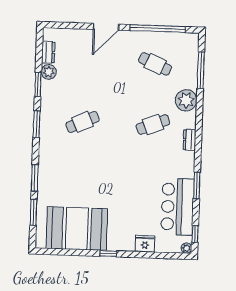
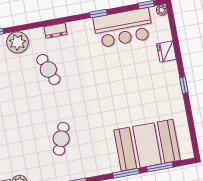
cafe table: (83, 122) -> (61, 139), turned 45
window: (197, 185) -> (98, 14), width x0.67
booth: (77, 229) -> (147, 145), moved, turned 90

